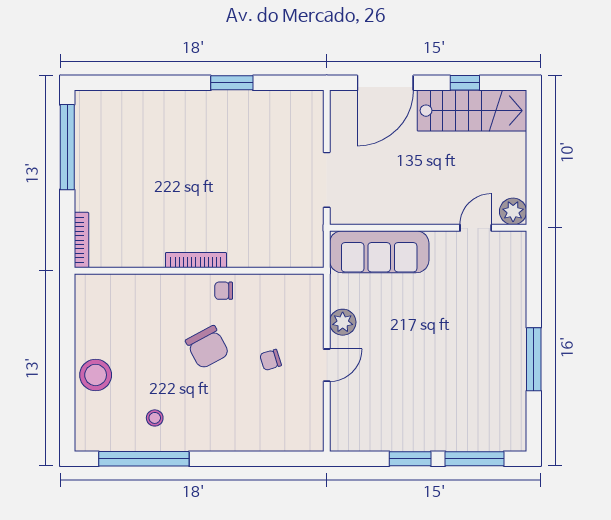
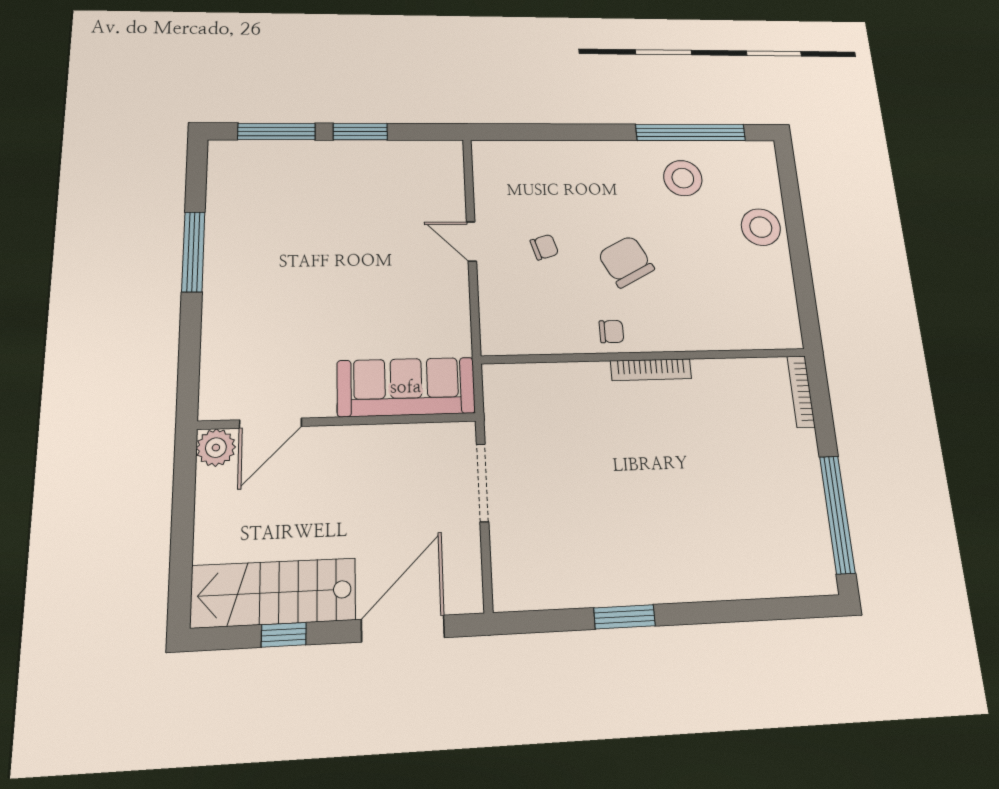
door: (476, 228) -> (271, 423), width x1.37
plant: (343, 322) -> (453, 295), removed
door: (327, 365) -> (471, 241), hinge flipped
stool: (155, 418) -> (683, 178), width x1.89, depth x1.89

